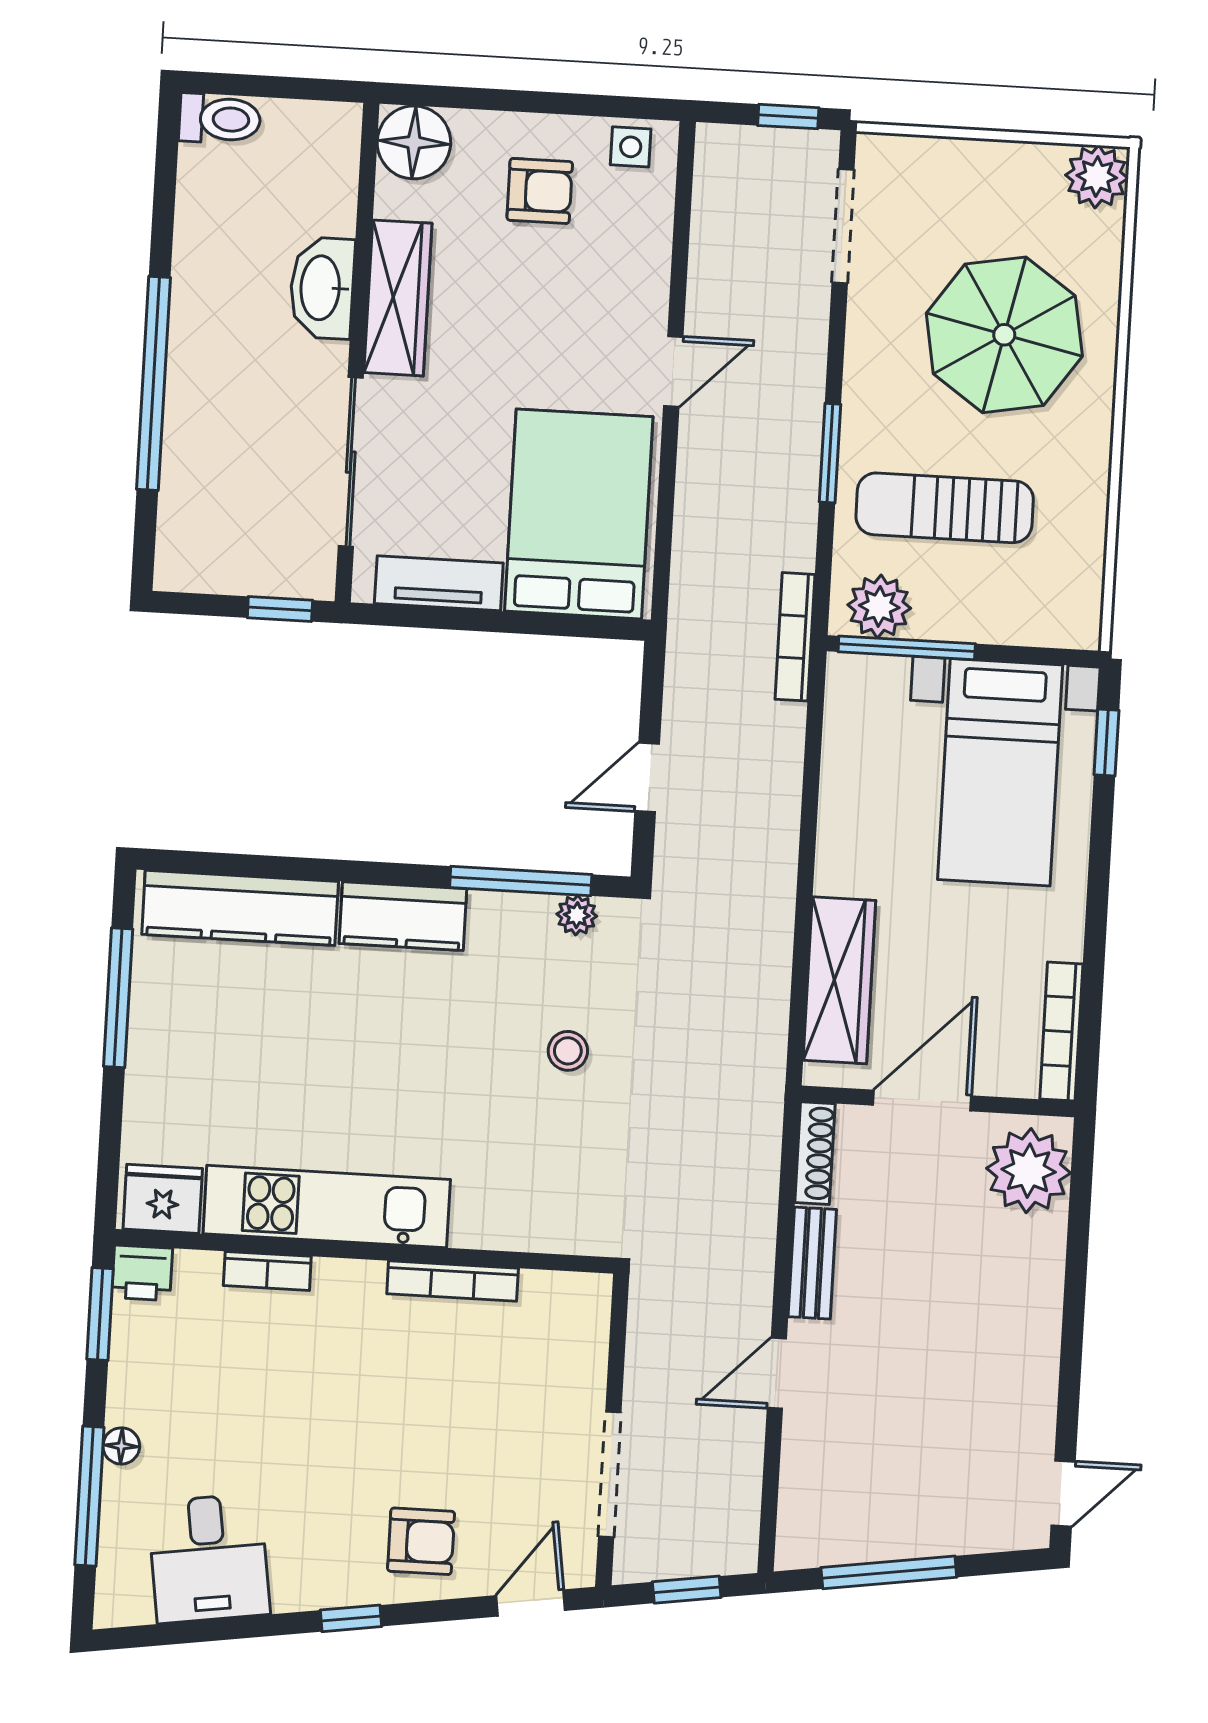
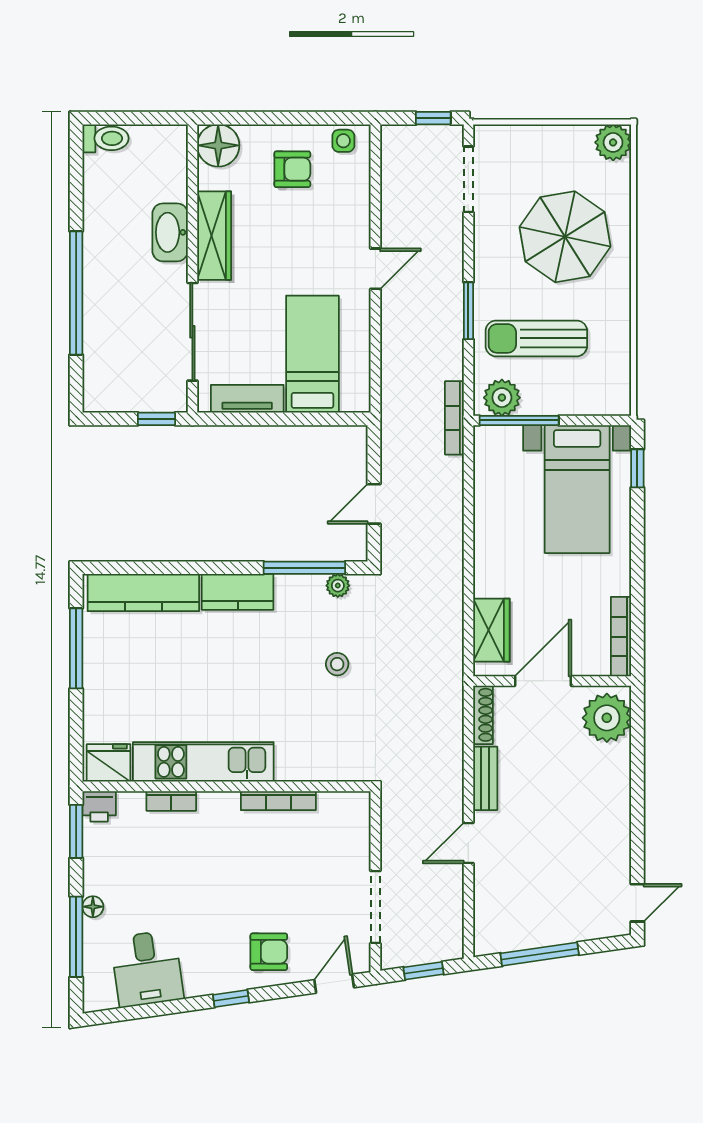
bed: (579, 514) -> (312, 354), width x0.67
wardrobe: (839, 980) -> (491, 630), width x0.67

